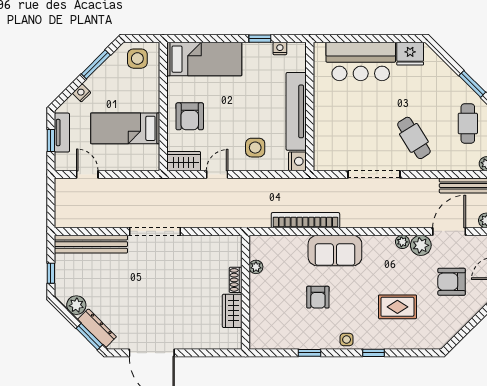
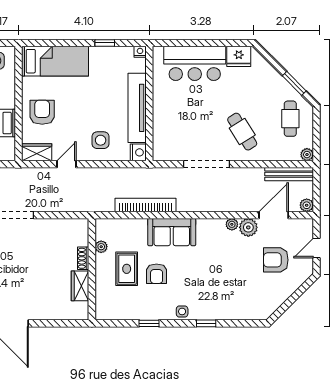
nightstand: (280, 49) -> (140, 52), moved
armchair: (190, 116) -> (42, 112), turned 180
rug: (397, 307) -> (127, 269), moved, turned 90

